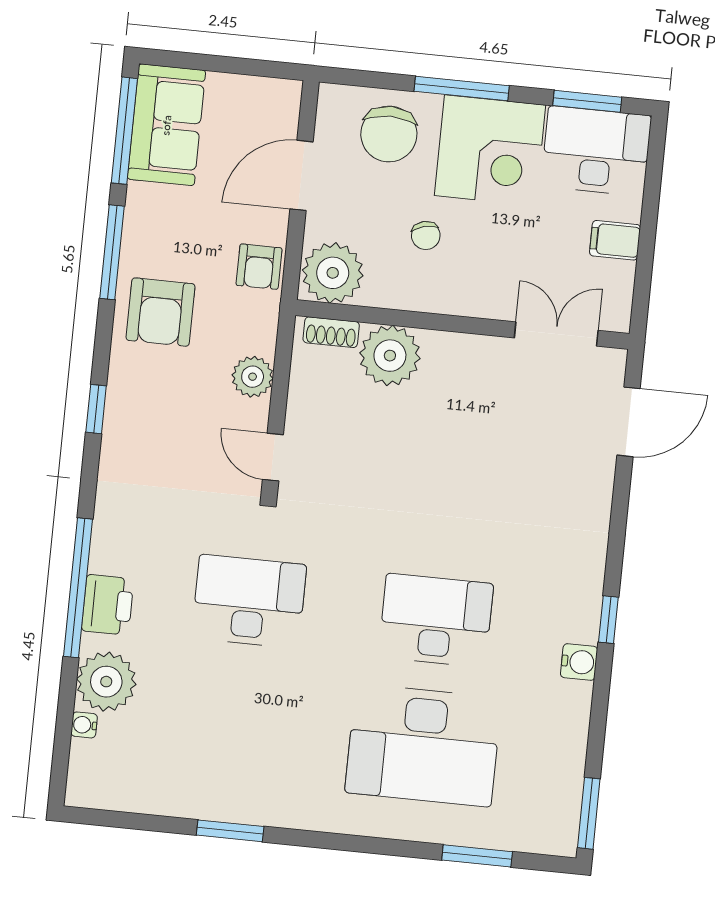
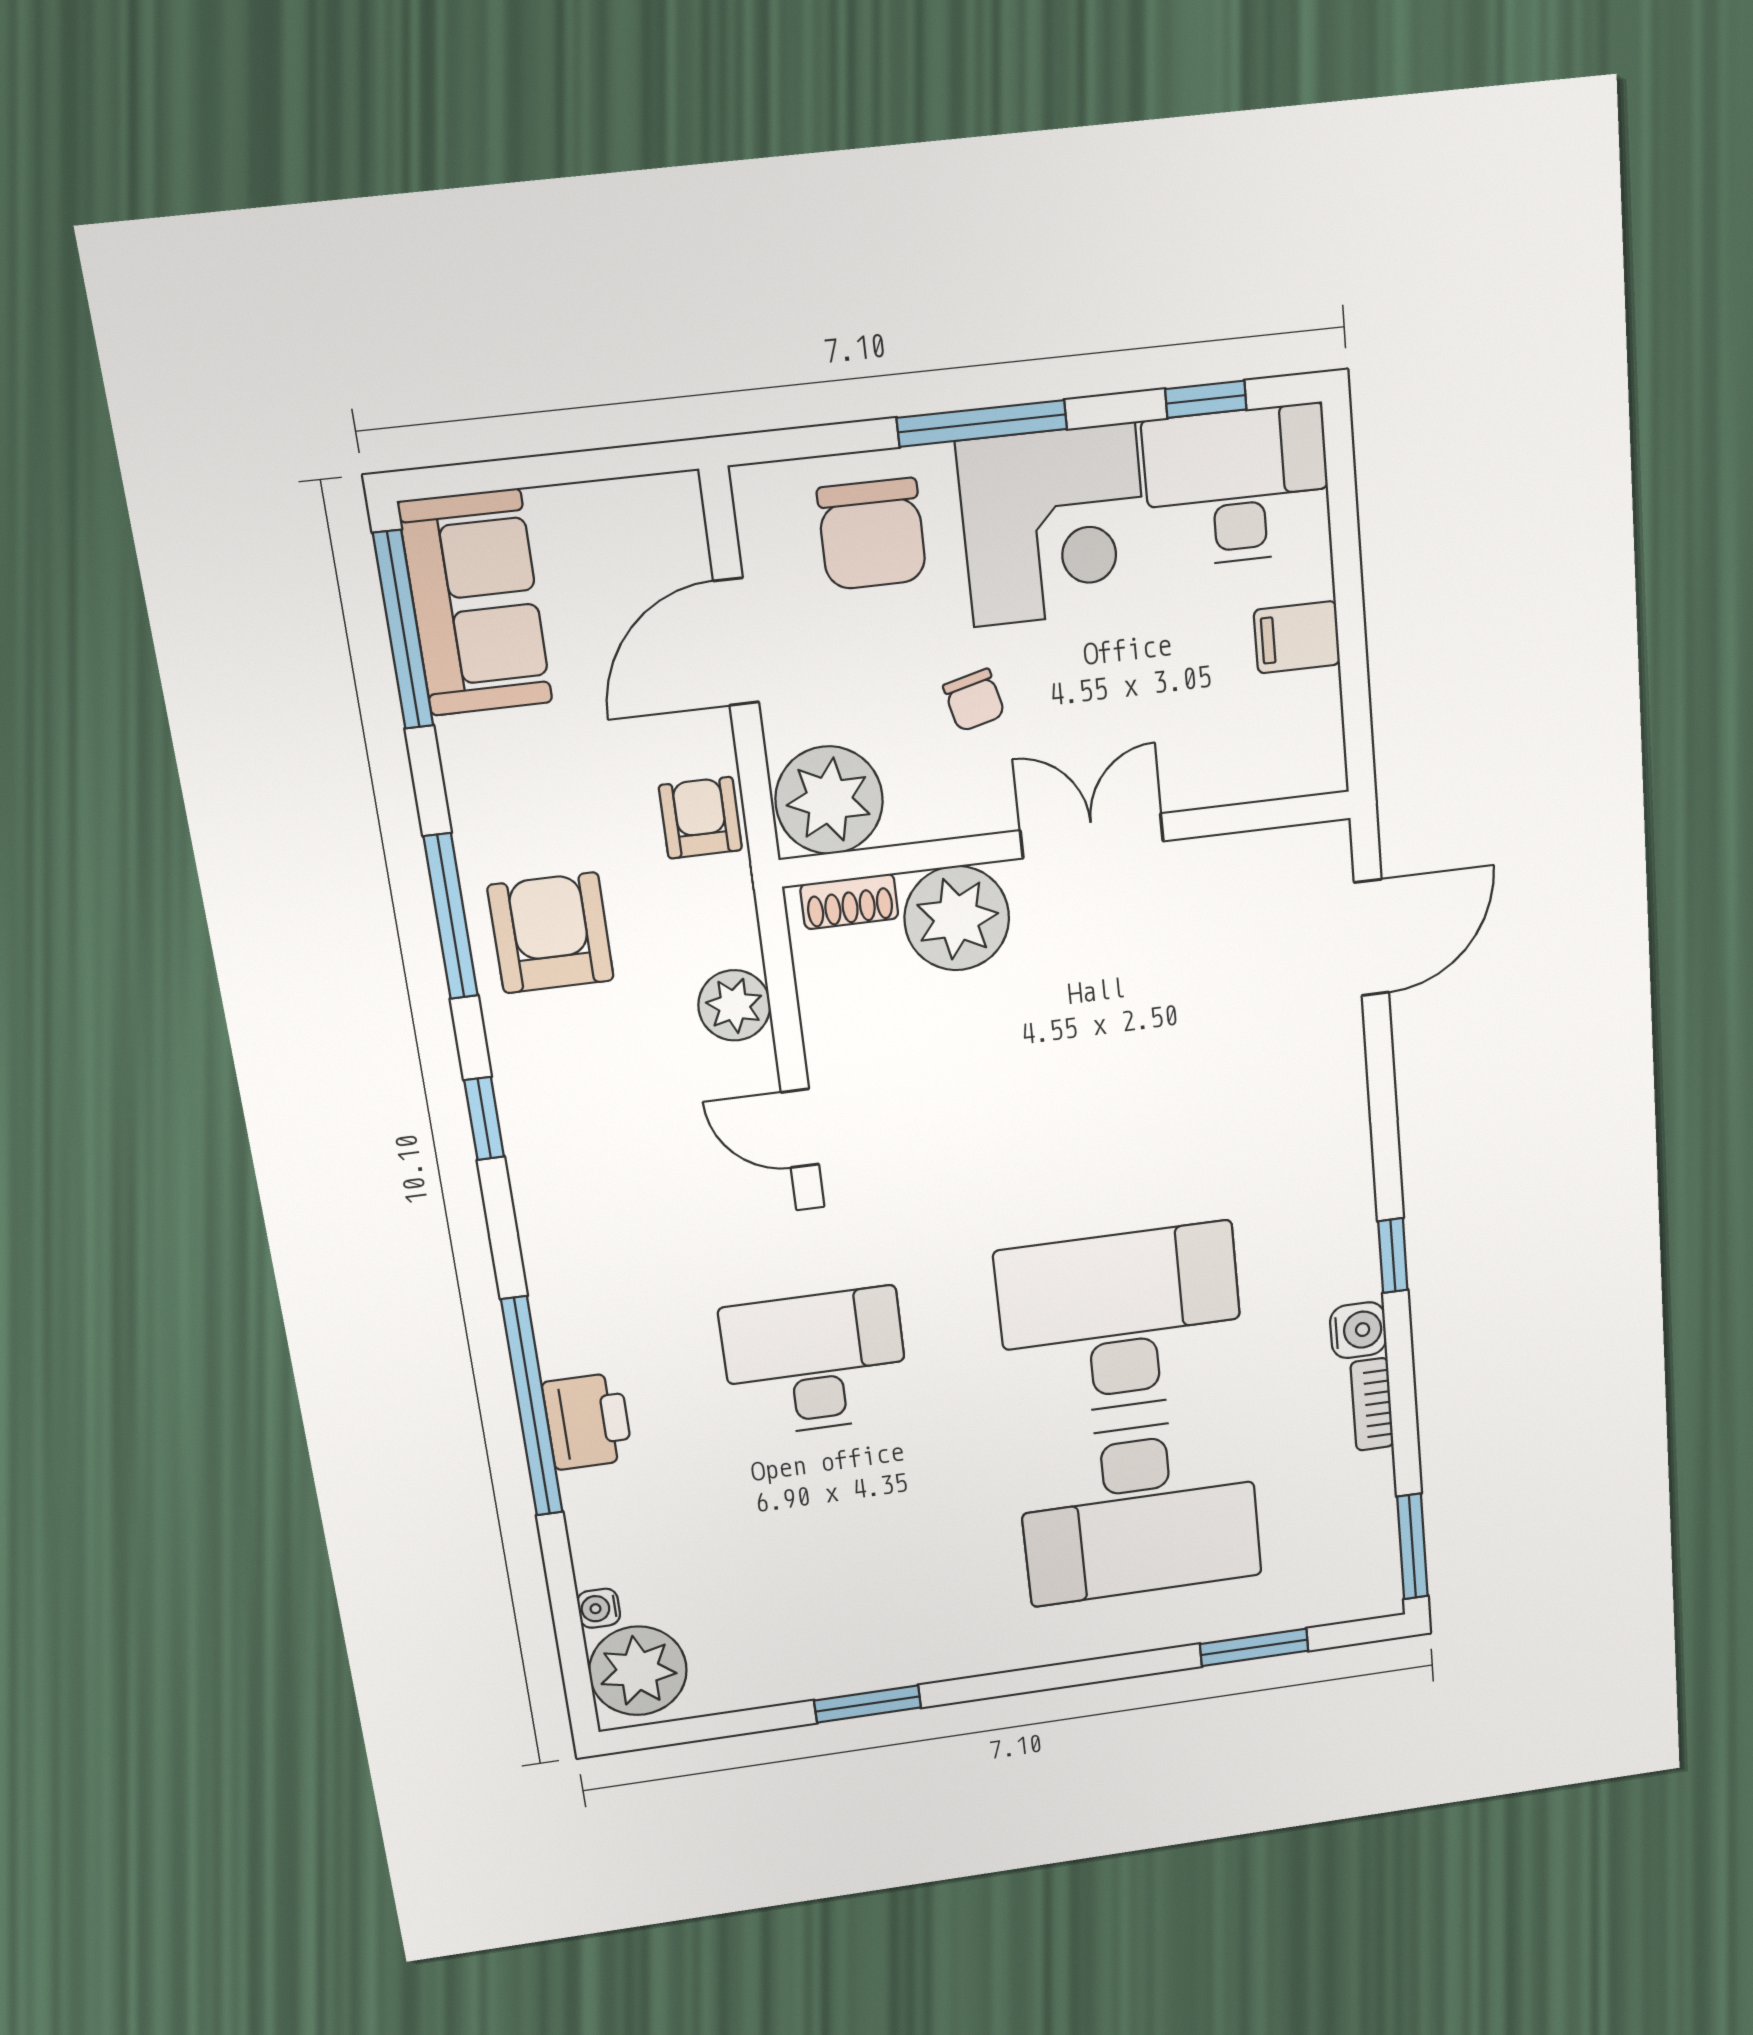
window: (587, 101) -> (1206, 399), width x0.67
window: (112, 252) -> (451, 916), moved
armchair: (259, 267) -> (700, 818), turned 180
armchair: (161, 312) -> (551, 933), turned 180
double door: (556, 334) -> (1092, 836), moved
desk: (436, 620) -> (1121, 1321), width x1.36, depth x1.30
plant: (106, 682) -> (638, 1671), moved
bookcase: (579, 712) -> (1372, 1404), added

